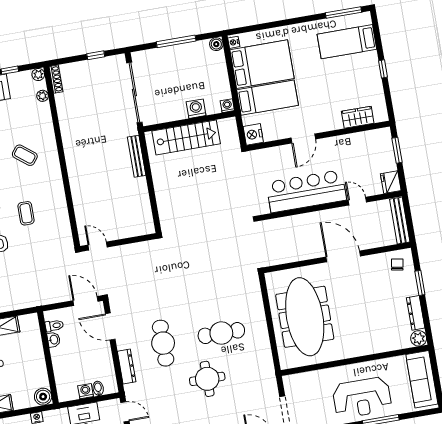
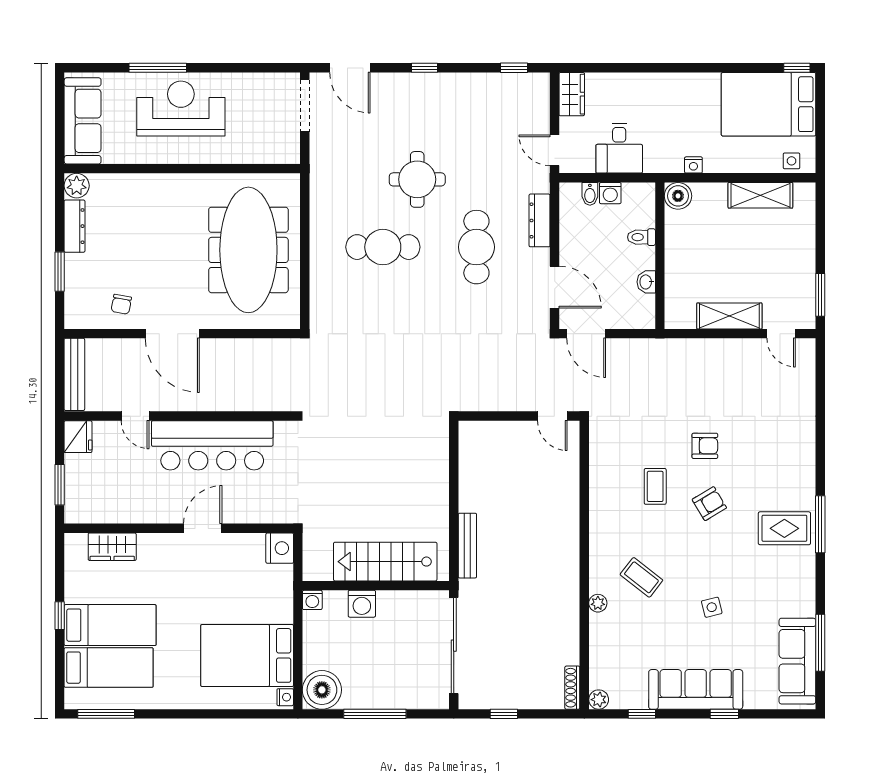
boiler: (216, 44) -> (322, 690), width x1.86, depth x1.86
plant: (42, 96) -> (598, 603), moved
bed: (267, 98) -> (110, 625), moved, turned 180
chair: (397, 265) -> (121, 304), moved
toilet: (54, 326) -> (641, 237), moved

